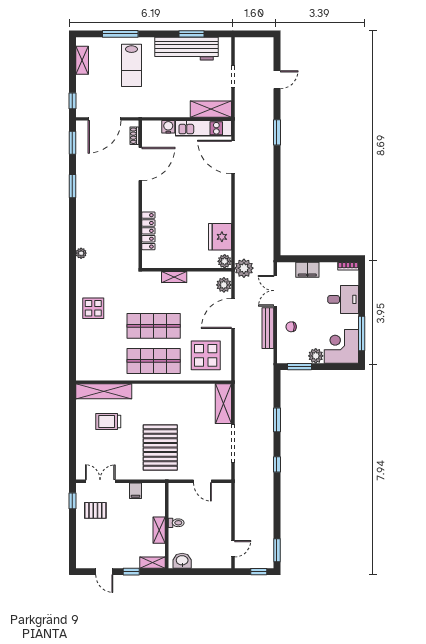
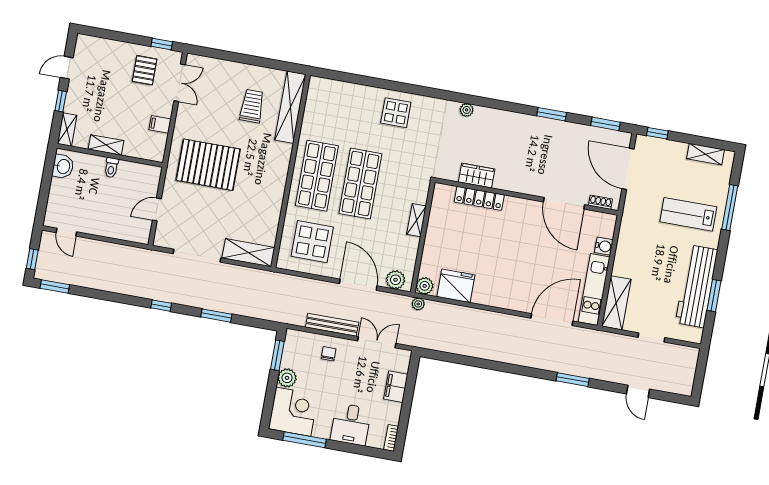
wardrobe: (131, 236) -> (477, 176), added
plant: (244, 268) -> (418, 304), width x0.53, depth x0.53

